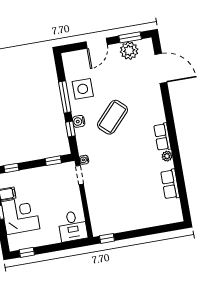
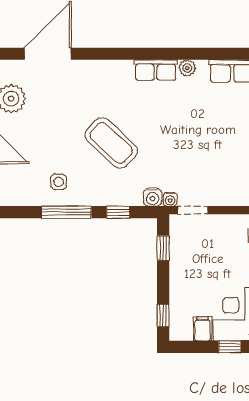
side table: (83, 89) -> (59, 182), width x0.54, depth x0.54
water cooler: (79, 121) -> (153, 197), moved

